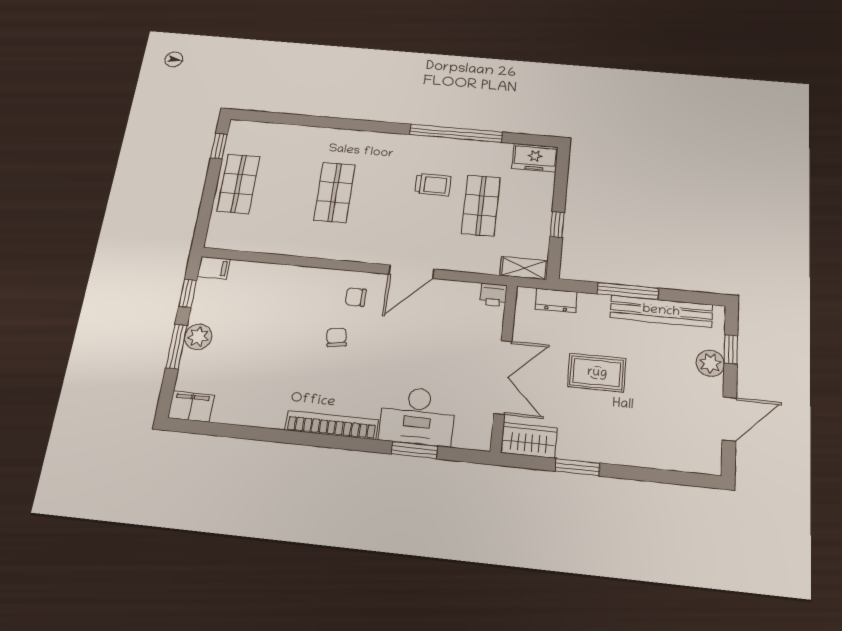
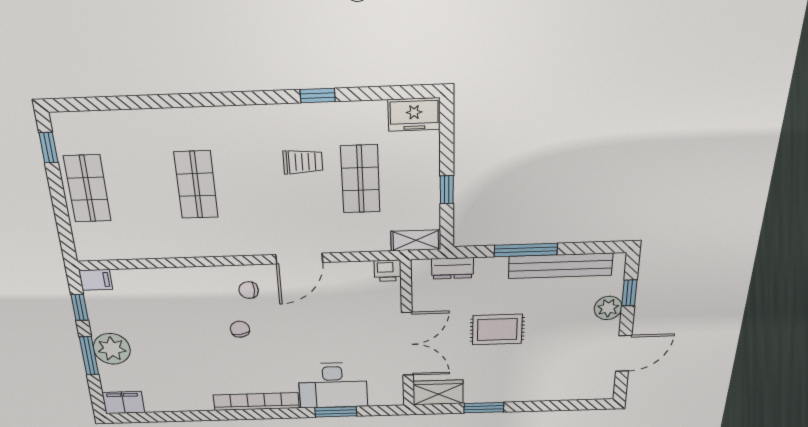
window: (456, 133) -> (318, 95), width x0.32
plant: (198, 337) -> (112, 349), width x1.36, depth x1.36

